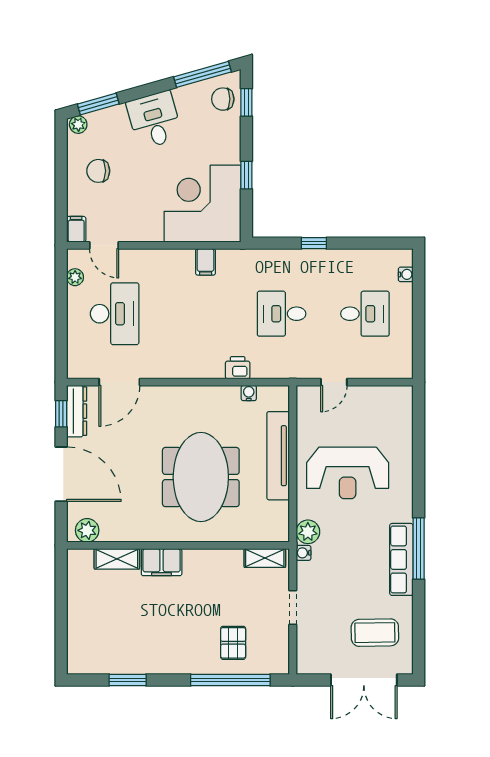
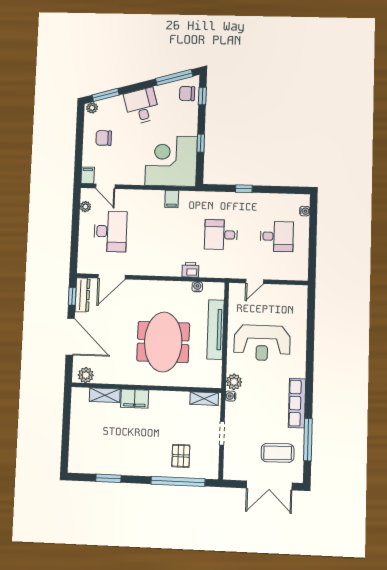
window: (419, 549) -> (308, 440), moved

